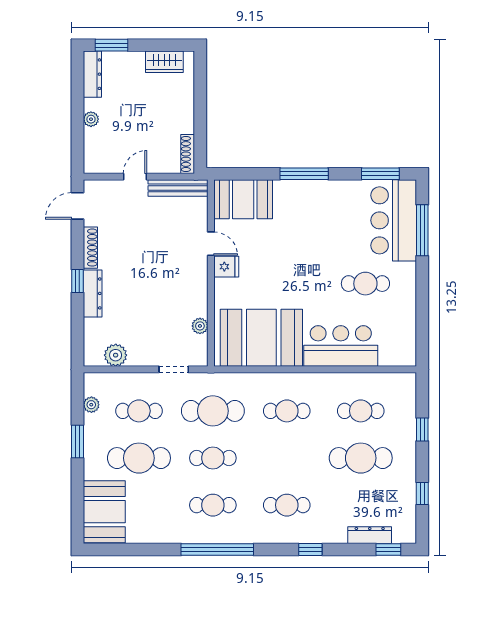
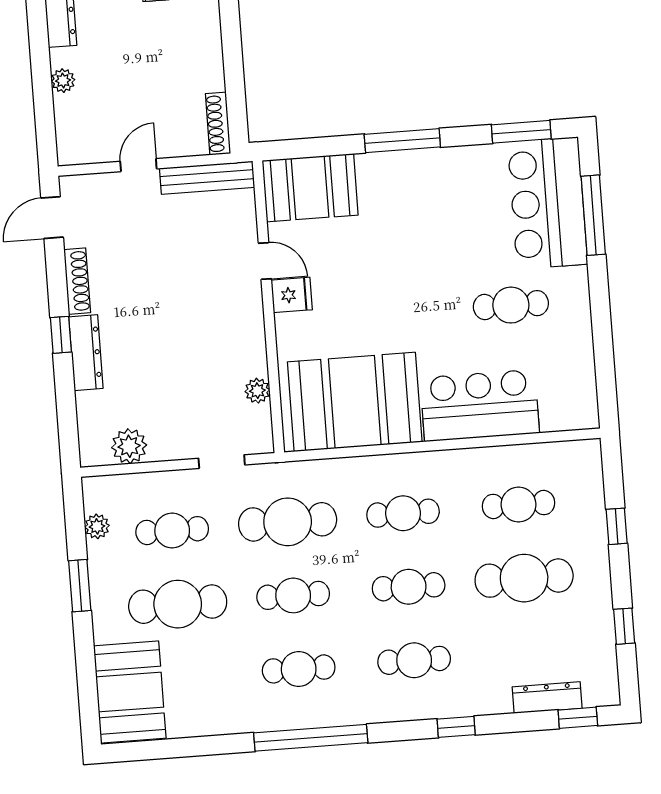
cafe table: (287, 458) -> (409, 587), added

